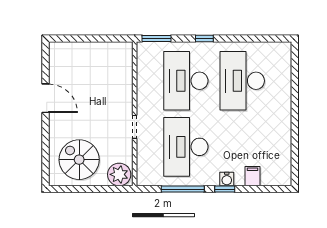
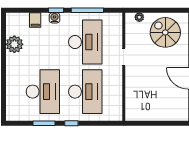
window: (157, 39) -> (44, 123), moved
plant: (280, 144) -> (14, 44), added
spiral stairs: (79, 160) -> (165, 32), turned 180
plant: (119, 174) -> (139, 17), width x0.53, depth x0.53

